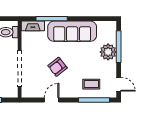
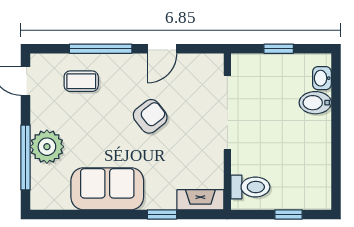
window: (52, 19) -> (162, 214), width x0.46
sofa: (72, 31) -> (107, 189), width x0.73
window: (94, 100) -> (101, 49), moved

